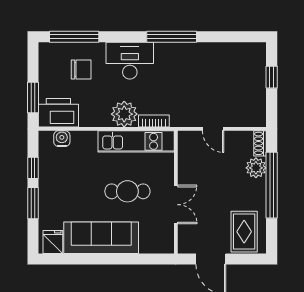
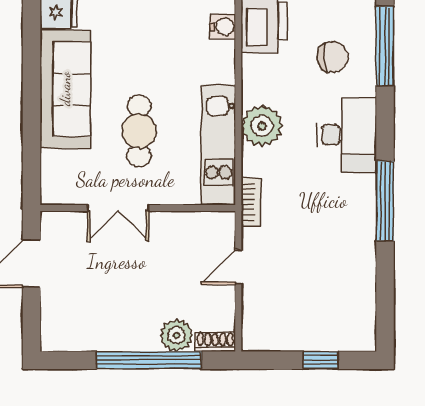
chair: (81, 69) -> (333, 57), turned -94
bookcase: (154, 121) -> (251, 202), moved
rug: (244, 232) -> (75, 316), removed

